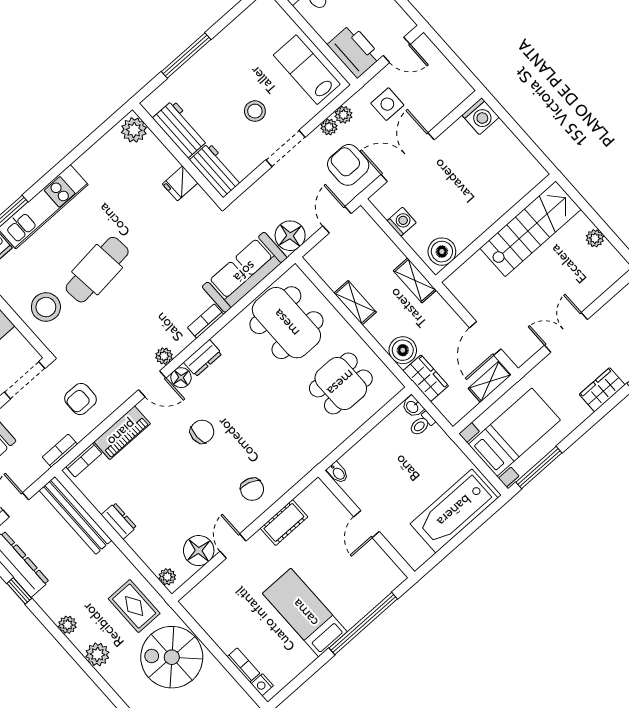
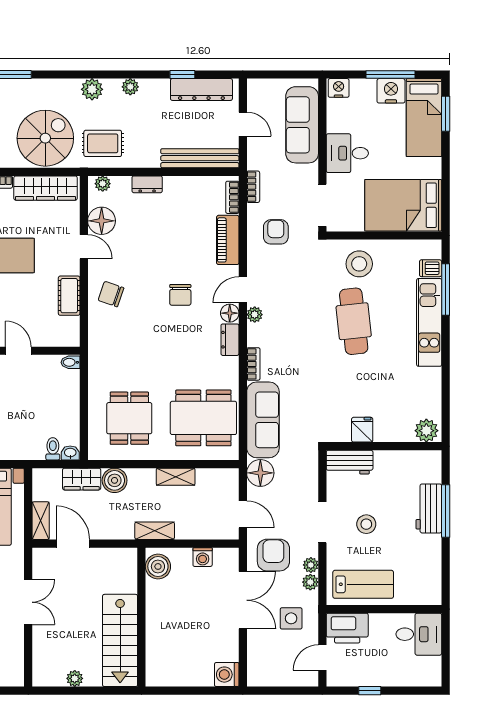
workbench: (181, 129) -> (429, 508), moved, turned 90
armchair: (348, 165) -> (273, 555), turned -90
dresser: (119, 521) -> (147, 184), moved
wardrobe: (213, 621) -> (46, 188), added

